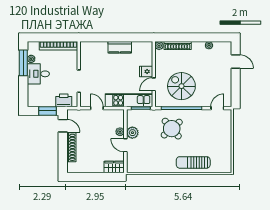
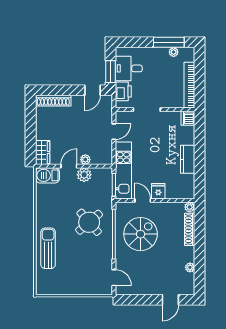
dishwasher: (86, 47) -> (188, 118), added
desk: (38, 74) -> (129, 68), moved, turned -90
shoe rack: (71, 147) -> (53, 101), moved
barbecue: (133, 163) -> (47, 175), added

